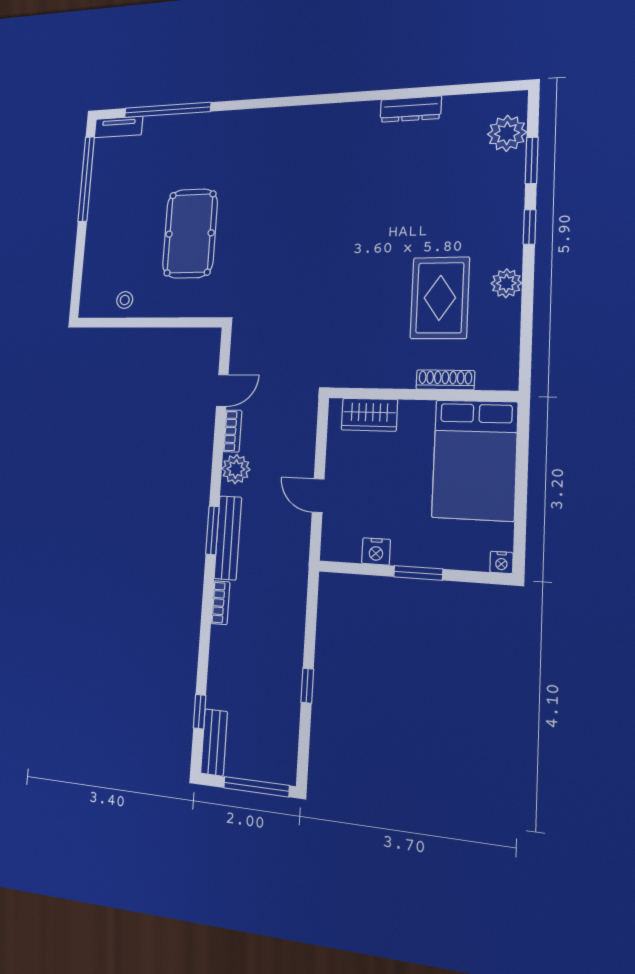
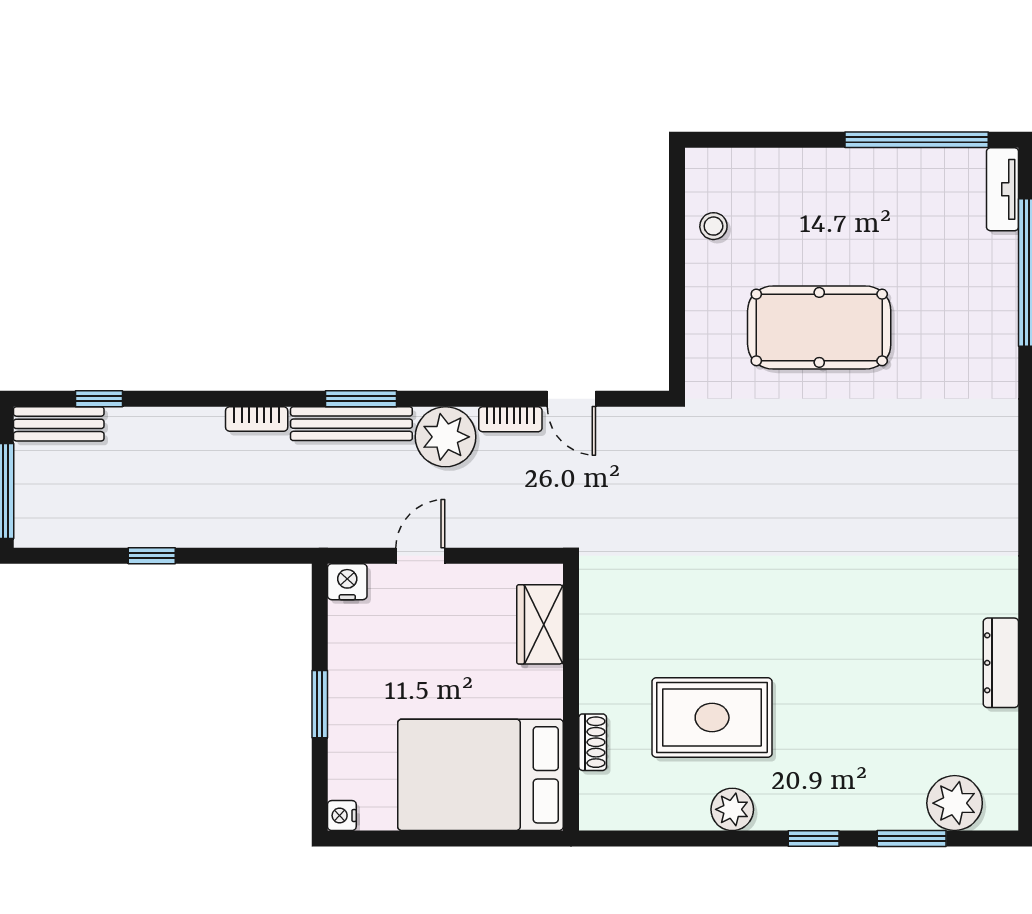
shoe rack: (445, 380) -> (593, 742), width x0.70
plant: (236, 469) -> (446, 437), width x1.36, depth x1.36
nightstand: (376, 551) -> (347, 582), moved, turned 90

